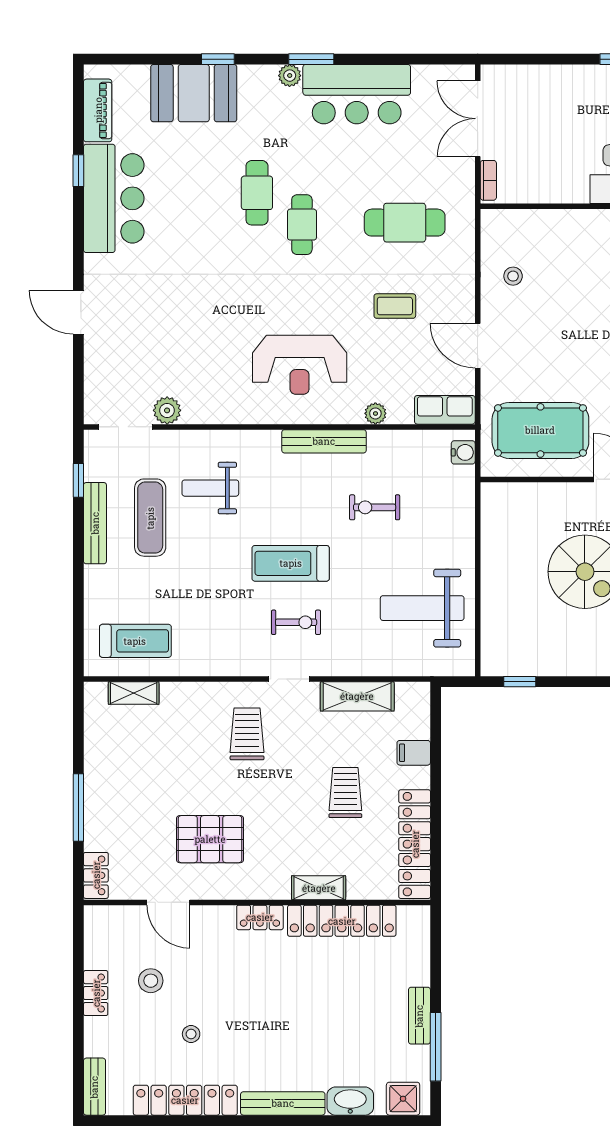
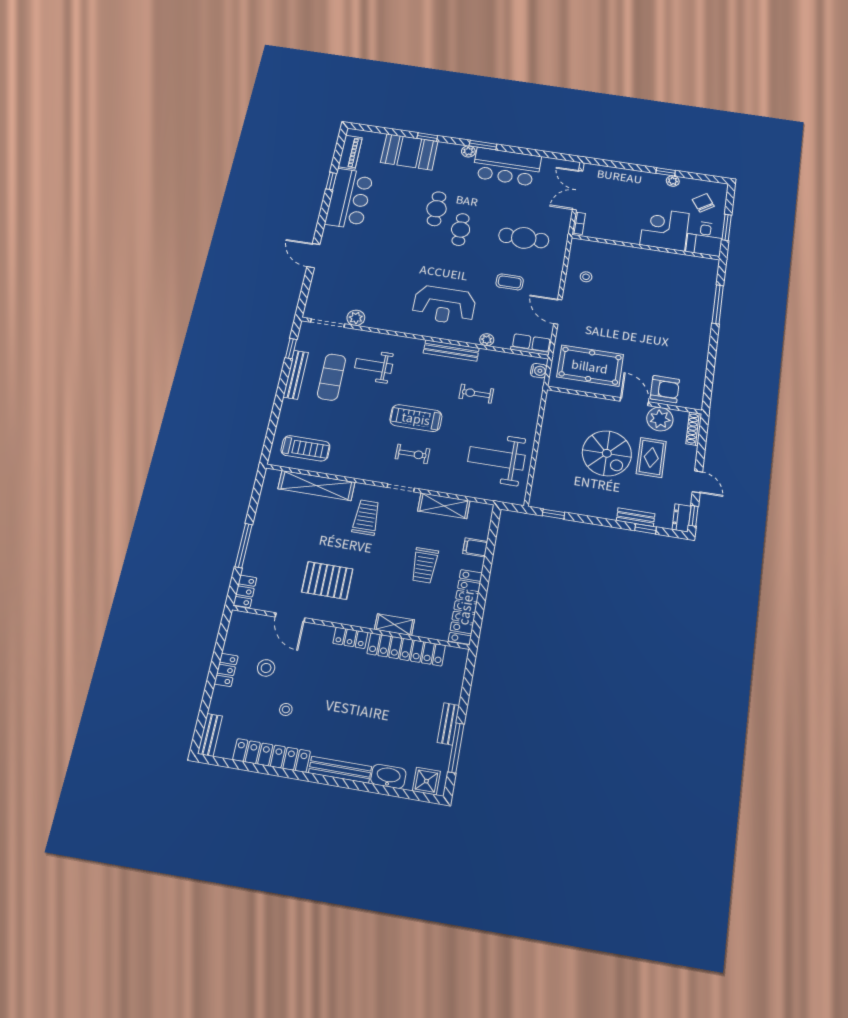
shelving: (134, 693) -> (316, 486), width x2.20, depth x1.33
trolley: (345, 792) -> (425, 565), turned 180

